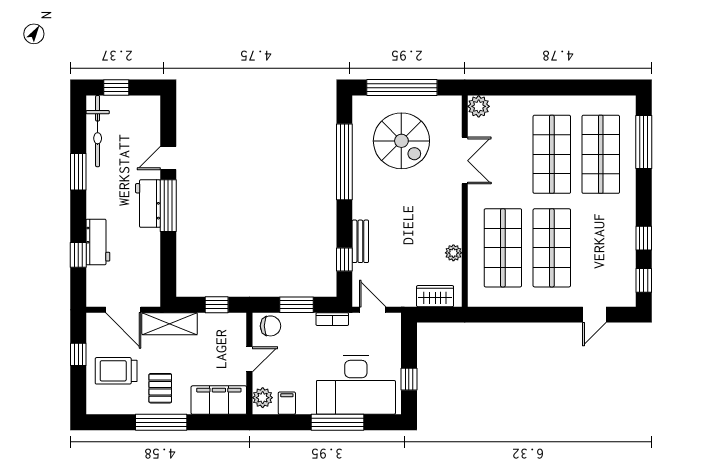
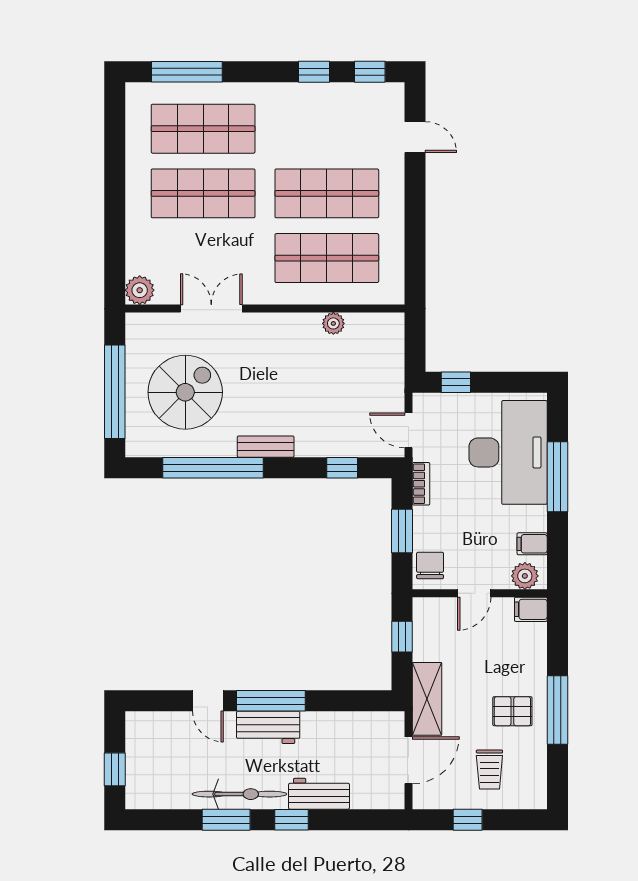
bicycle: (98, 131) -> (239, 794), moved
bench: (360, 241) -> (266, 447), moved
window: (78, 255) -> (292, 820), moved
wardrobe: (435, 296) -> (391, 348), removed
door: (373, 310) -> (409, 430), hinge flipped
door: (249, 359) -> (474, 593), swing flipped
trolley: (116, 371) -> (489, 770), width x0.73, depth x0.72
window: (409, 379) -> (456, 382), moved
filing cabinet: (219, 400) -> (531, 609), width x0.33, depth x0.86

